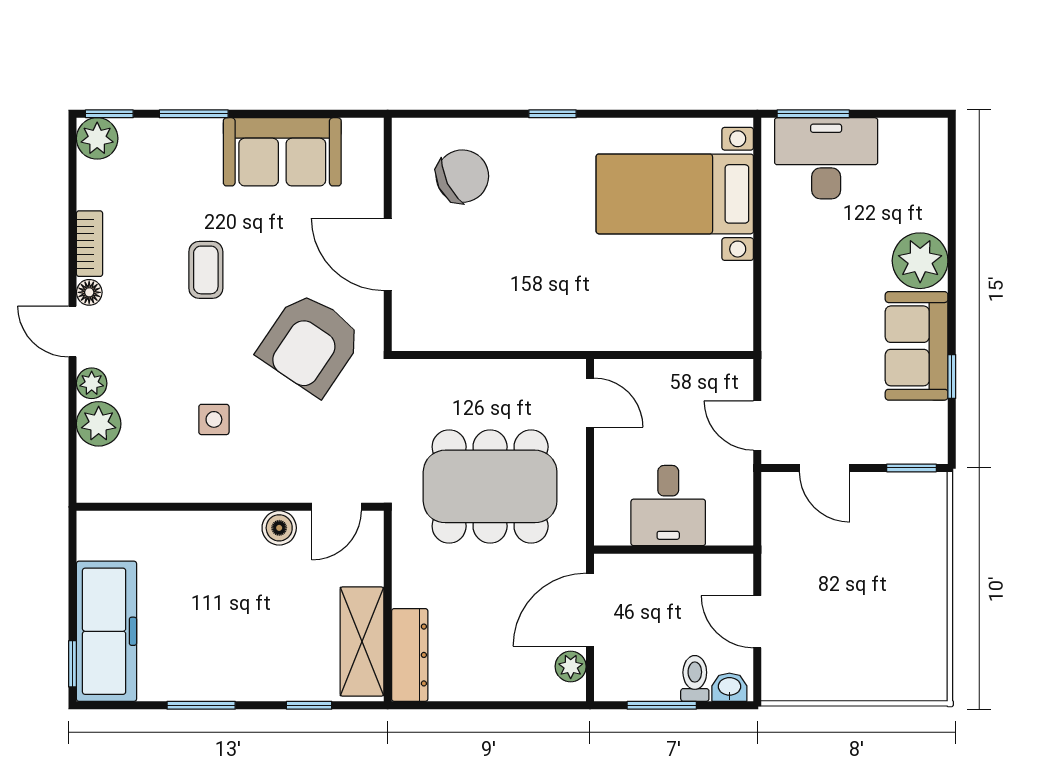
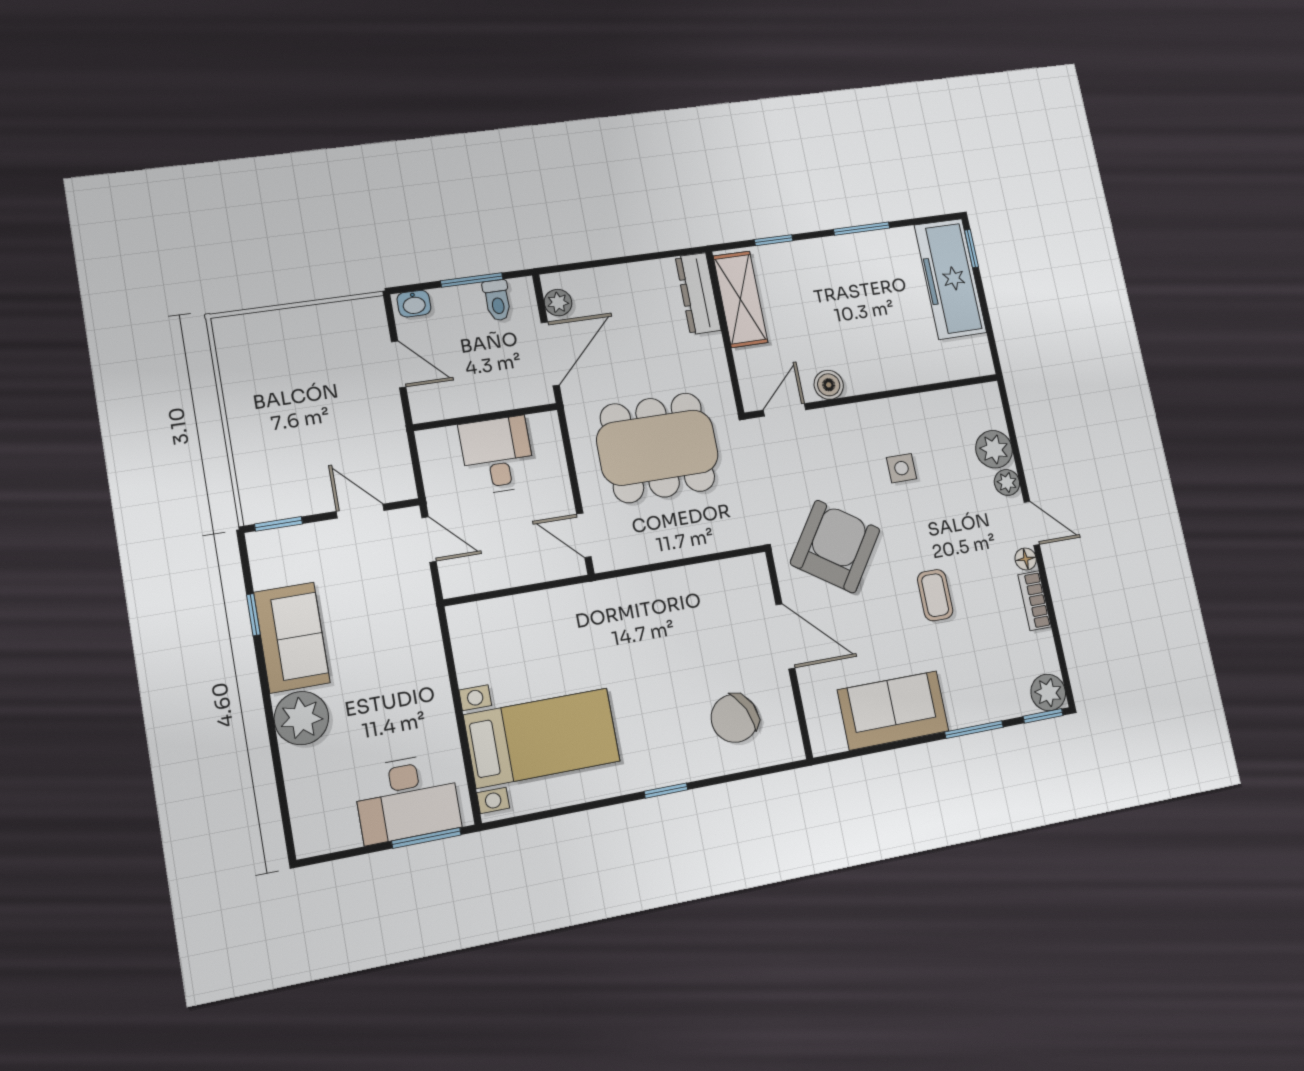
toilet: (695, 678) -> (497, 300), moved

